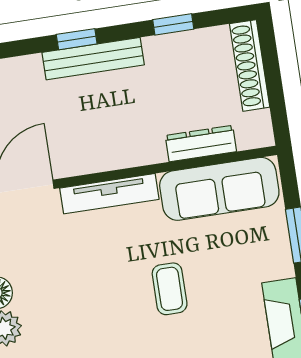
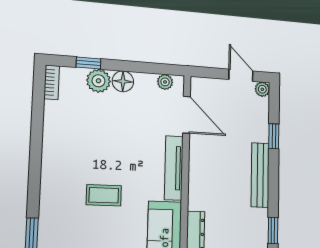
window: (77, 39) -> (274, 136), moved

